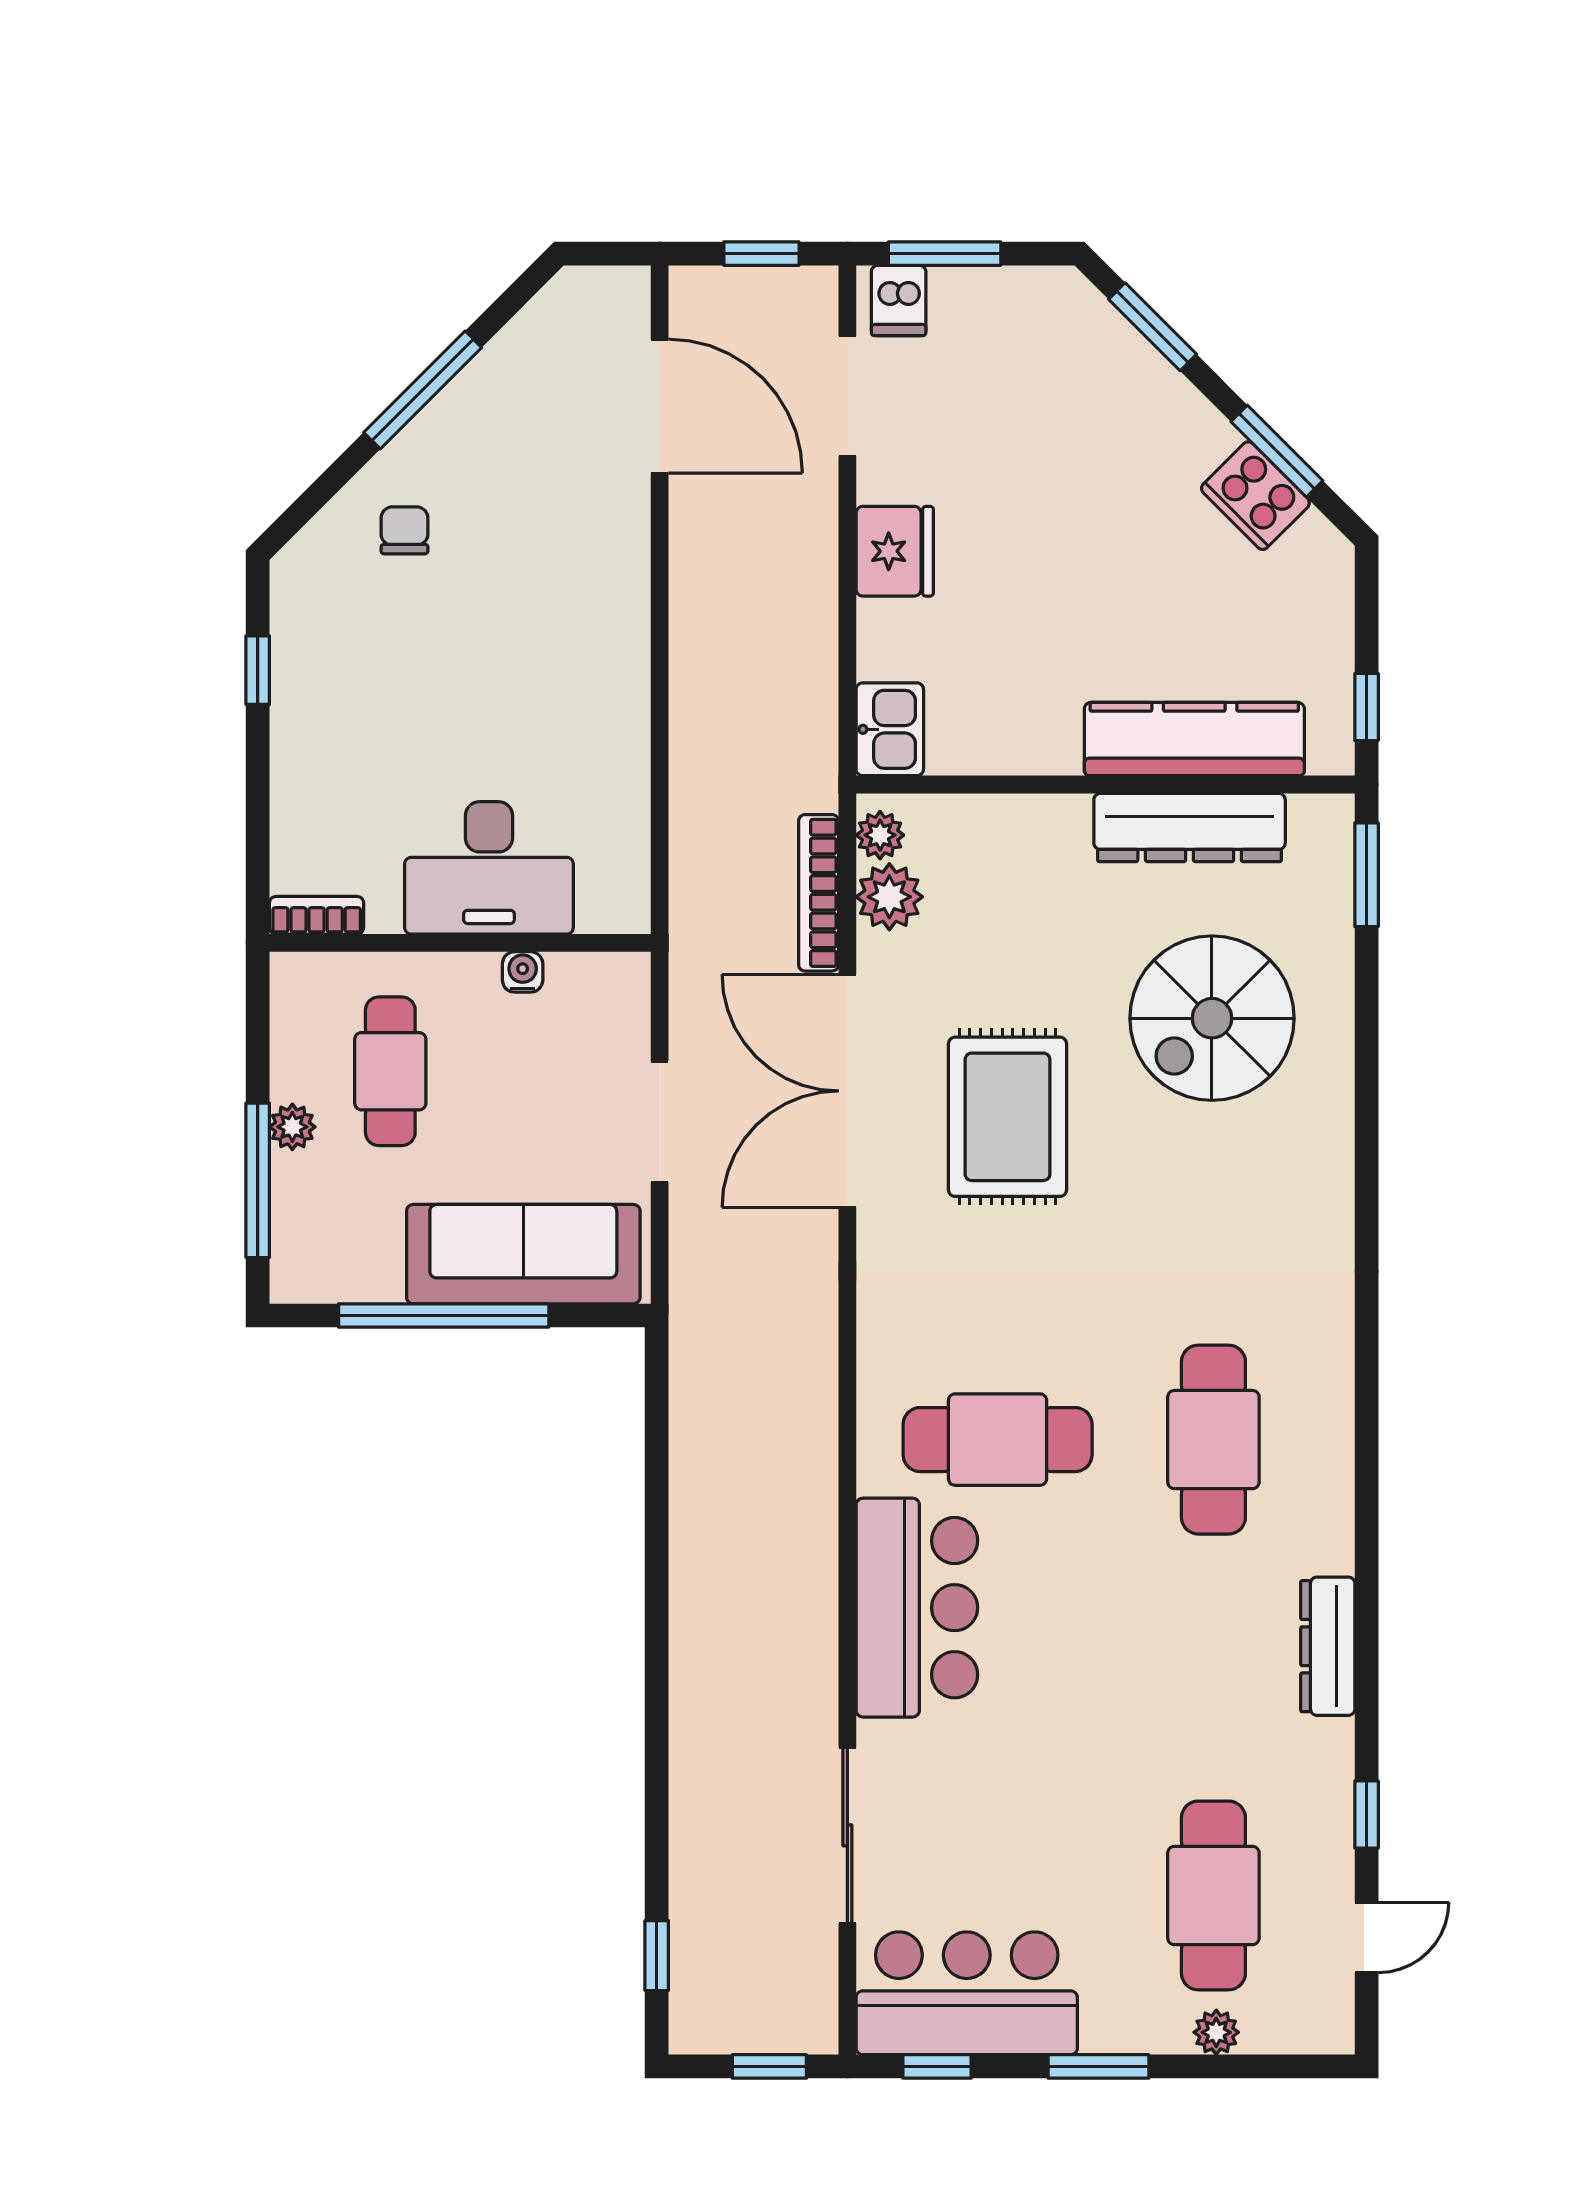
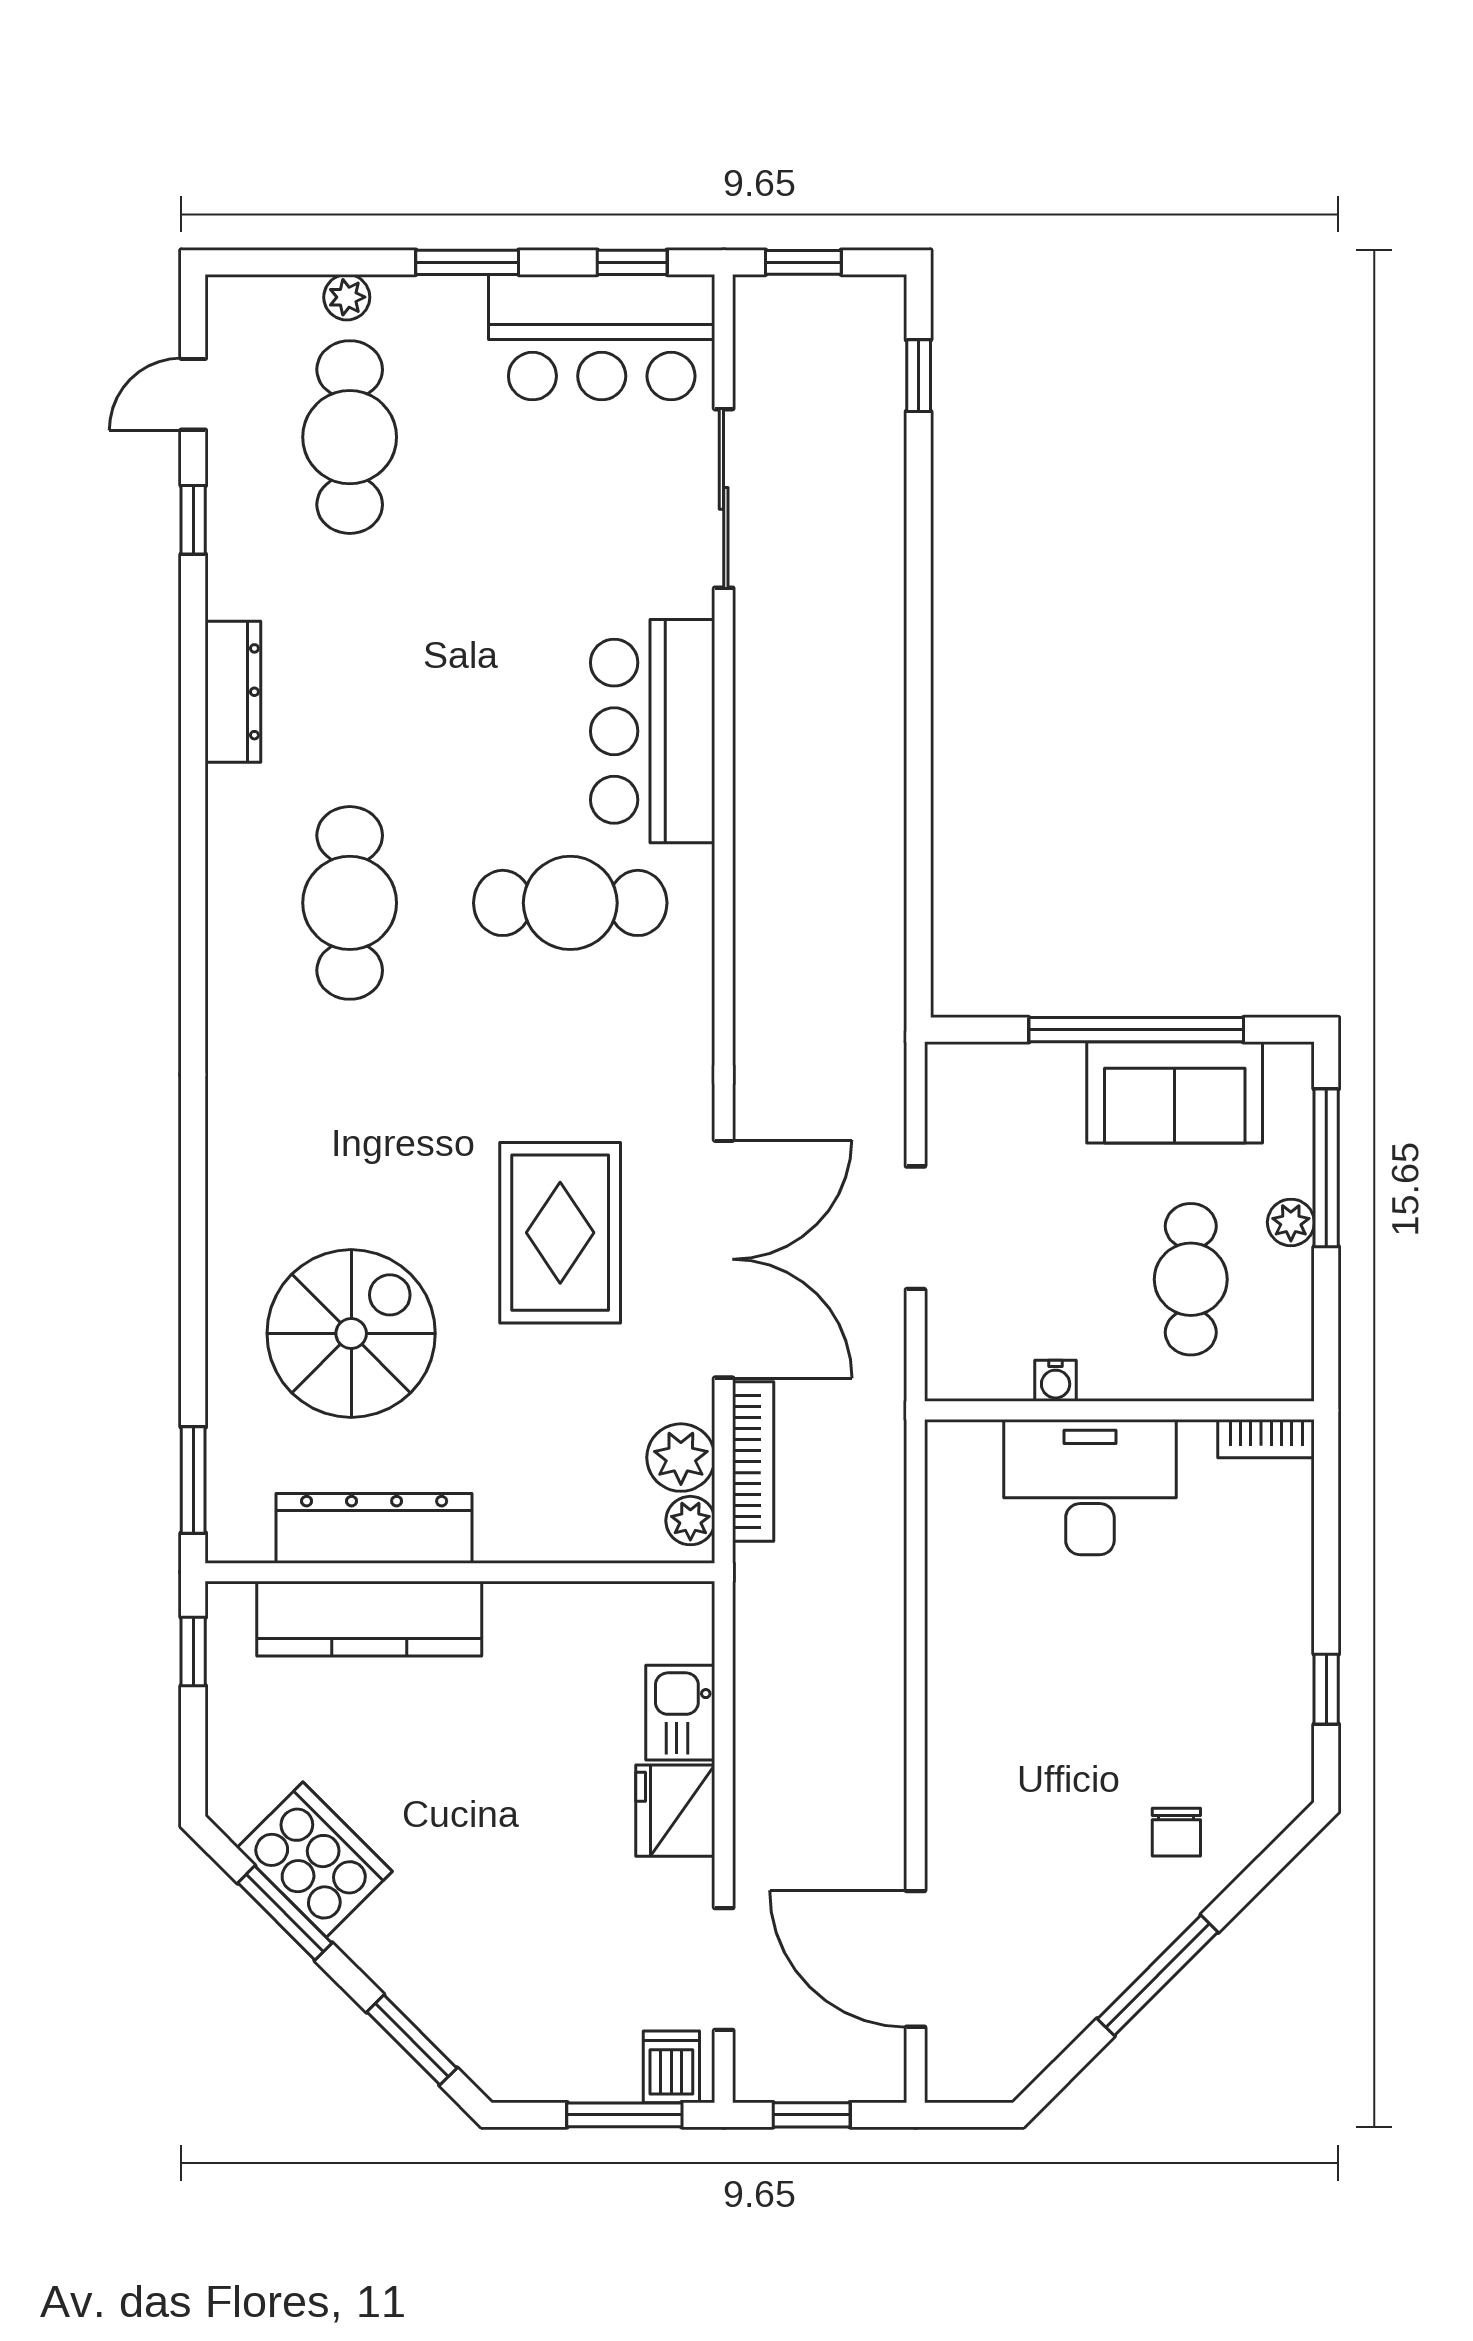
cooker: (1255, 496) -> (315, 1860), width x1.37, depth x1.31
kitchen sink: (890, 729) -> (680, 1713), moved
sofa: (523, 1254) -> (1175, 1092), moved, width x0.73

